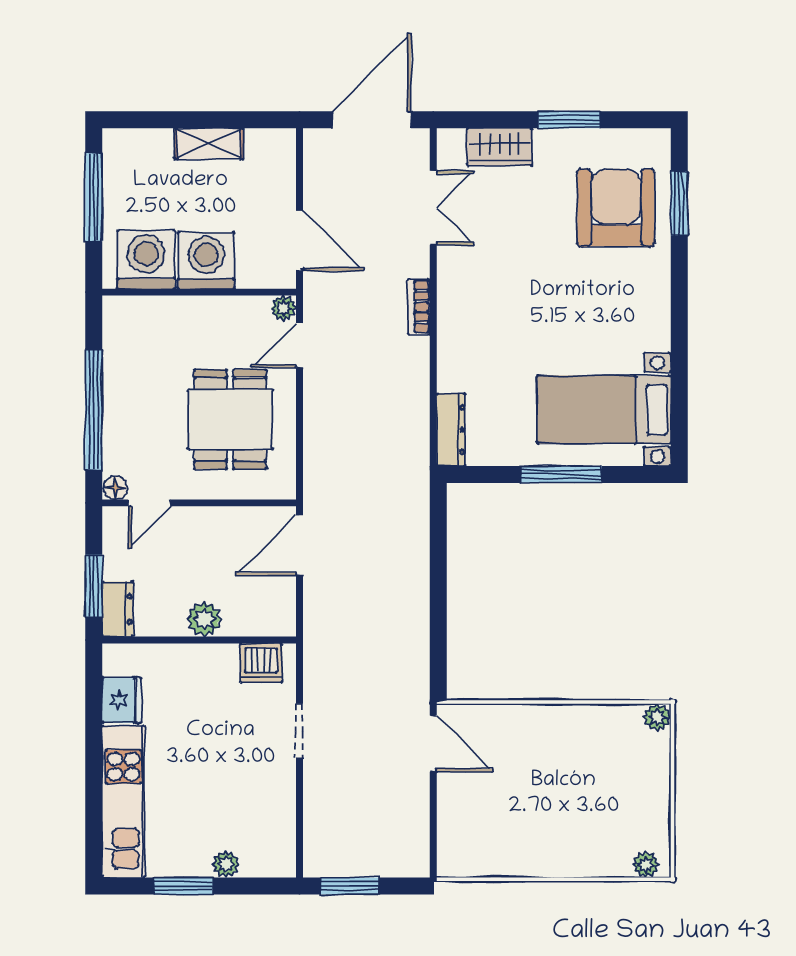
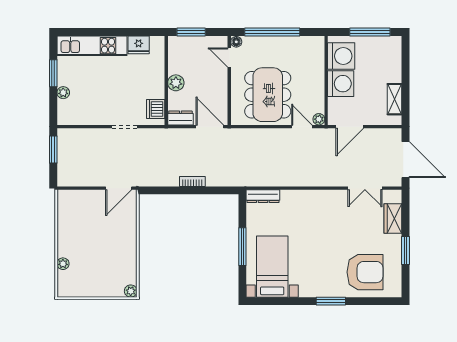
shelving: (209, 144) -> (394, 99), moved
window: (679, 203) -> (331, 301), moved
bookcase: (419, 307) -> (192, 181), moved
dining table: (230, 419) -> (268, 95), width x1.38
dresser: (118, 609) -> (180, 118), moved, turned 180
plant: (646, 865) -> (63, 264), moved

